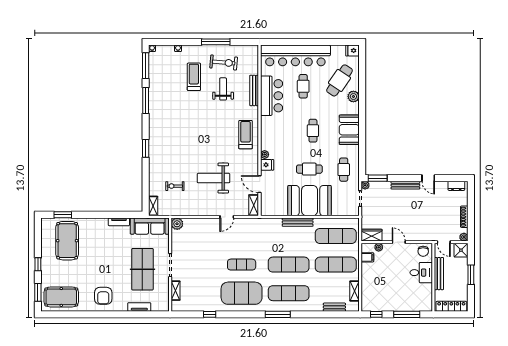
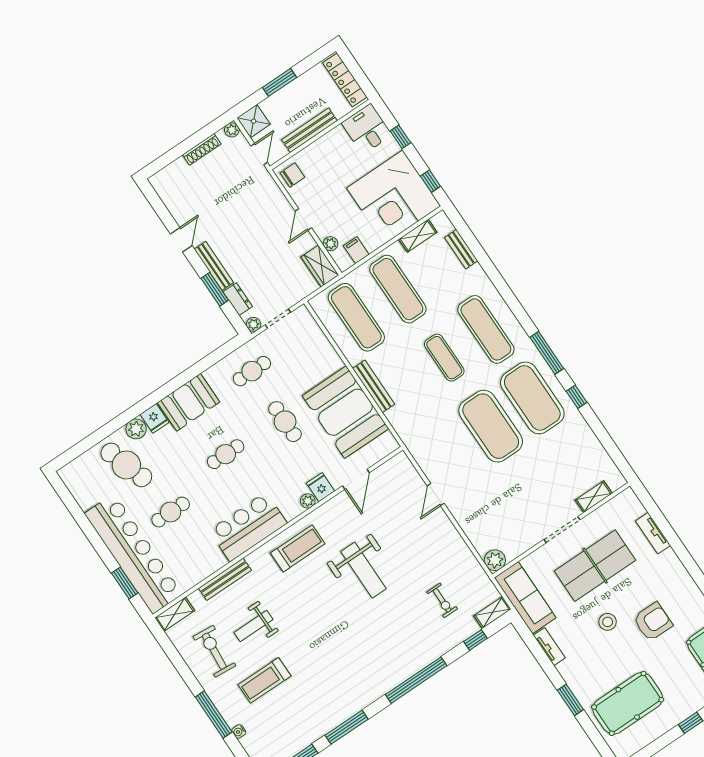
window: (216, 42) -> (214, 715), moved
window: (284, 42) -> (125, 583), added
fridge: (352, 51) -> (154, 418), moved
cafe table: (340, 80) -> (126, 465), turned 38
bar counter: (271, 96) -> (248, 527), moved
treadmill: (246, 135) -> (298, 548), turned 180
window: (146, 148) -> (416, 680), width x2.11
weight bench: (214, 178) -> (364, 570), moved
window: (378, 178) -> (215, 289), moved
dresser: (456, 186) -> (238, 299), moved
window: (146, 189) -> (475, 640), added
booth: (310, 201) -> (345, 412), moved
shelving: (254, 205) -> (175, 614), moved
window: (63, 215) -> (570, 700), moved
door: (227, 217) -> (436, 495), swing flipped
stool: (112, 257) -> (608, 622), added
exercise mat: (242, 265) -> (491, 426), width x2.00, depth x1.45
exercise mat: (289, 265) -> (444, 358), width x0.73, depth x0.69
desk: (421, 273) -> (367, 129), moved
corner desk: (381, 292) -> (394, 197), added
armchair: (103, 296) -> (653, 622), moved
window: (210, 314) -> (576, 397), moved
window: (278, 314) -> (547, 353), moved
window: (407, 314) -> (400, 137), width x0.46

